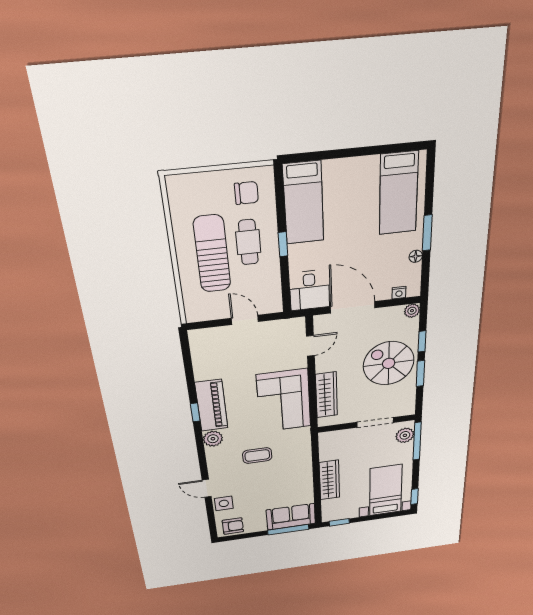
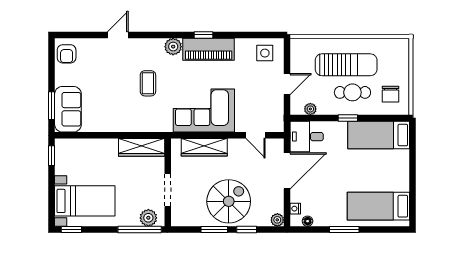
floor lamp: (416, 256) -> (308, 221), moved
plant: (274, 290) -> (310, 109), added
wardrobe: (329, 480) -> (142, 147), moved
side table: (224, 503) -> (265, 53), moved
window: (288, 530) -> (52, 106), width x0.69

